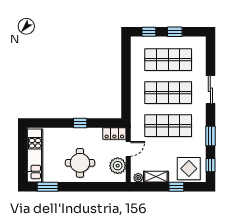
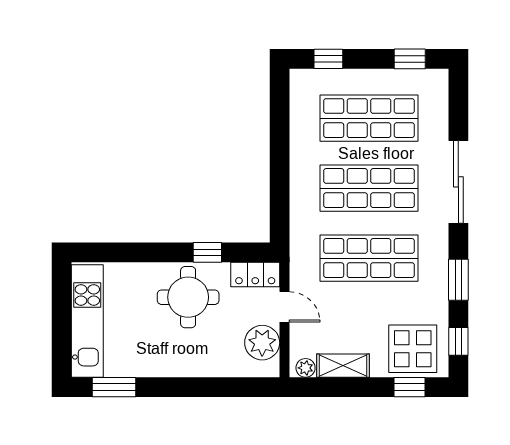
window: (175, 32) -> (410, 59), moved
sliding door: (210, 90) -> (458, 182), width x1.37
window: (80, 123) -> (207, 252), moved
door: (128, 149) -> (284, 307), hinge flipped
round table: (80, 163) -> (188, 297), moved
window: (176, 187) -> (409, 387), moved

